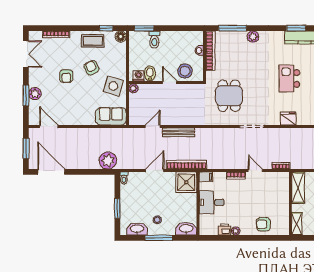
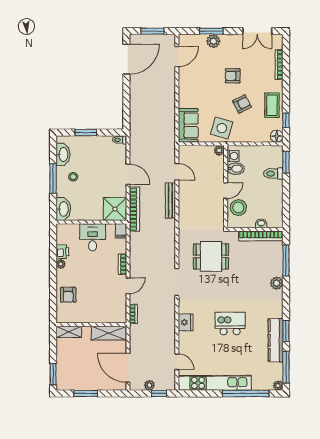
plant: (108, 161) -> (139, 122), removed
armchair: (263, 224) -> (68, 295), turned 180

